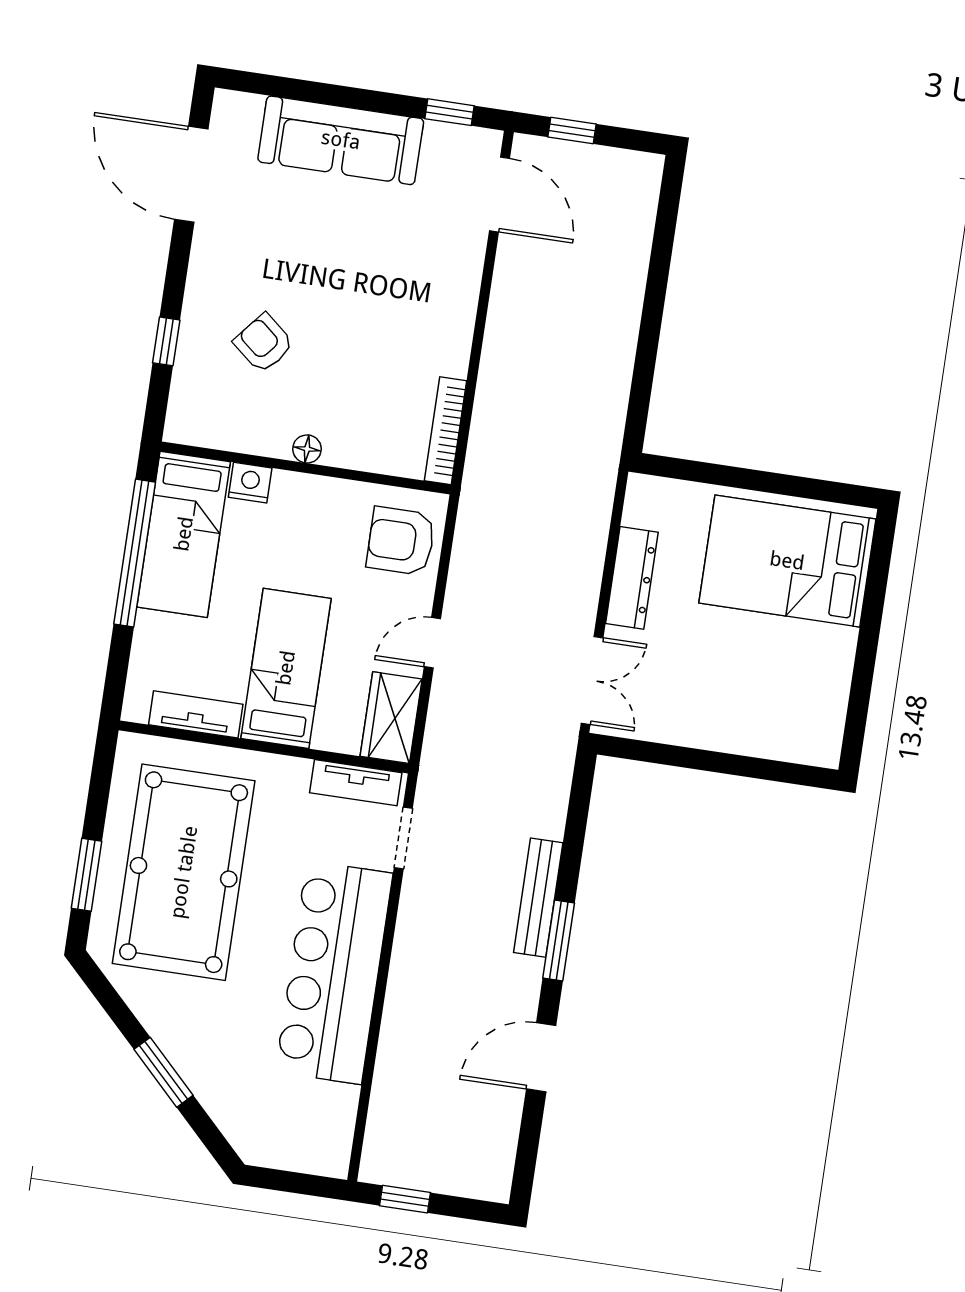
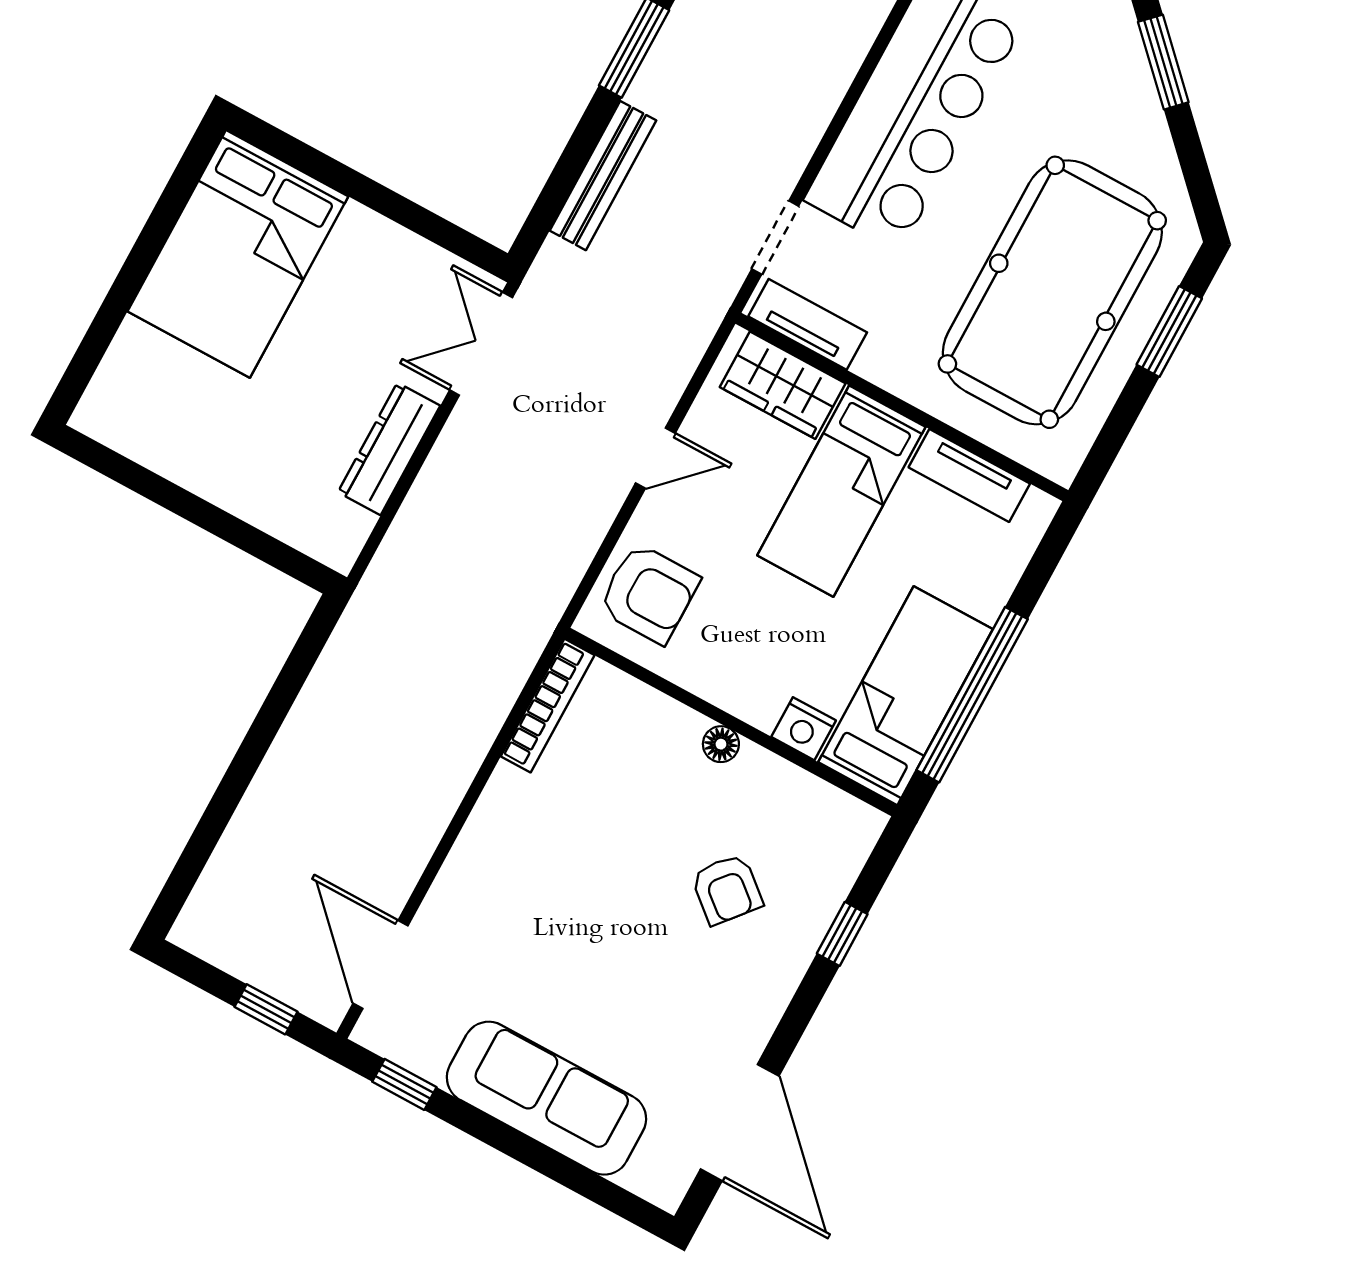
bed: (787, 561) -> (238, 254), moved, turned 90
wardrobe: (391, 718) -> (783, 385), moved, turned 90
bench: (538, 898) -> (603, 176), moved

